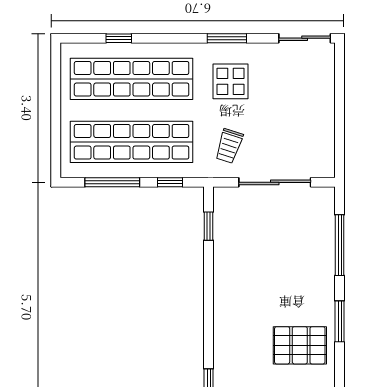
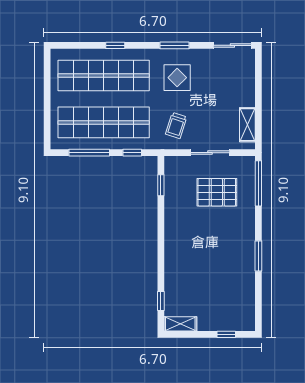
window: (119, 38) -> (115, 45), moved
shelving: (325, 145) -> (247, 125), added
sliding door: (275, 182) -> (210, 153), width x0.73
window: (340, 245) -> (258, 183), moved
pallet: (300, 345) -> (217, 192), moved

